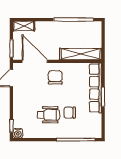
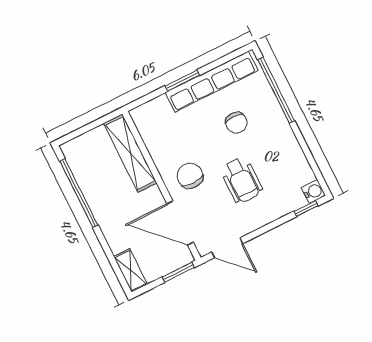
door: (35, 61) -> (180, 223), hinge flipped
chair: (55, 77) -> (190, 176), turned 90
row of seats: (96, 88) -> (212, 81), moved
wheelchair: (48, 115) -> (241, 180), moved, turned 180

